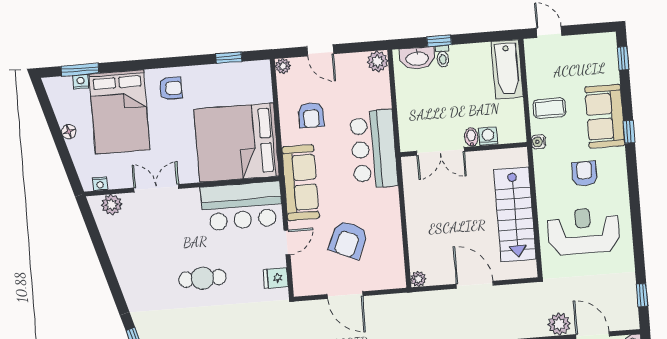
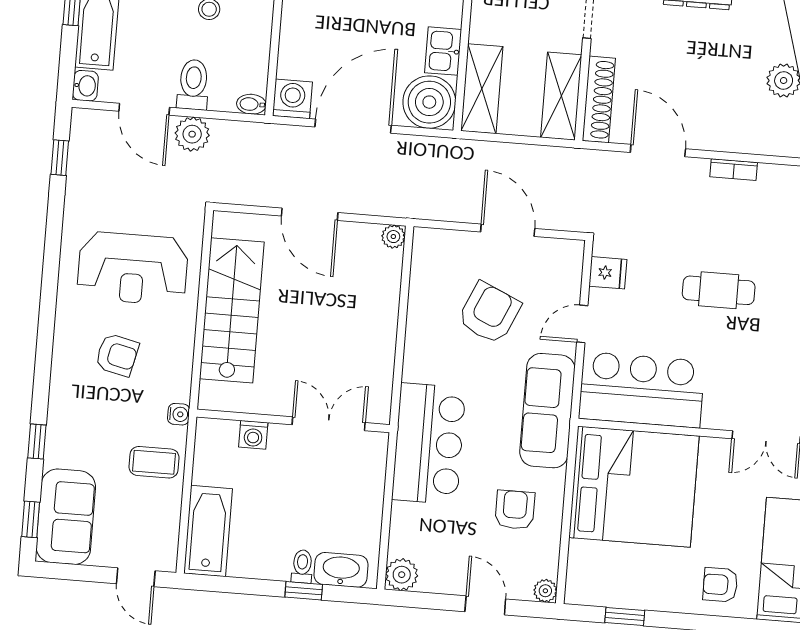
sofa: (605, 116) -> (66, 517), moved
window: (629, 132) -> (37, 441), moved
bidet: (471, 137) -> (279, 438), removed
armchair: (584, 174) -> (117, 355), turned -77

